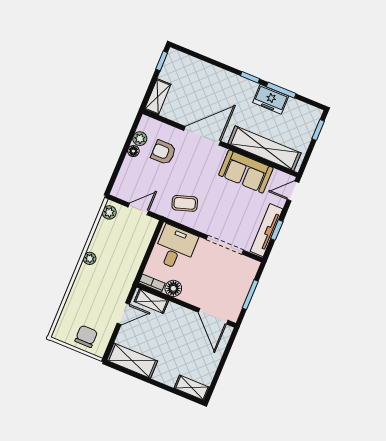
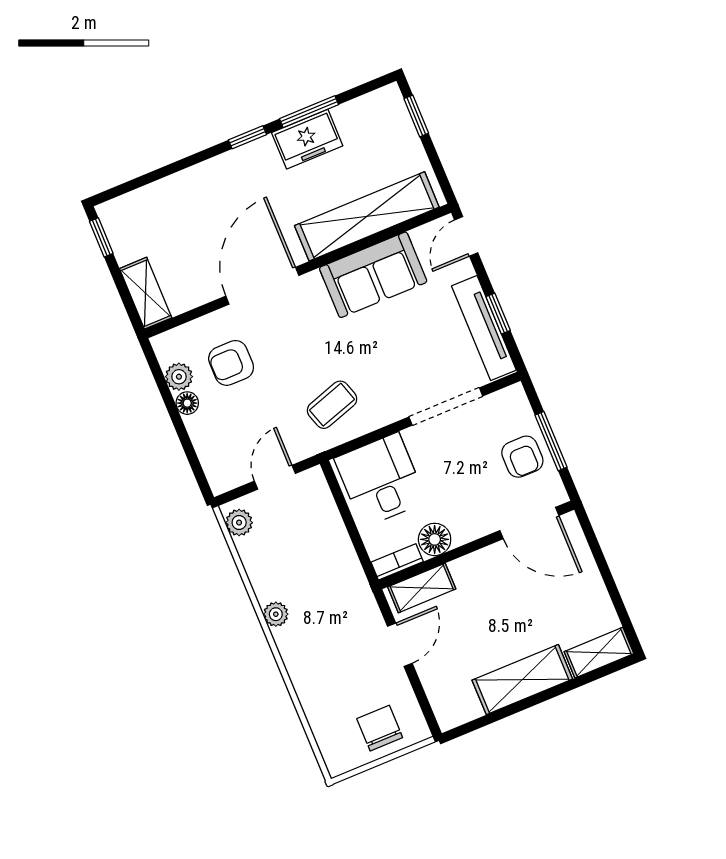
armchair: (234, 290) -> (522, 457), added
shelving: (132, 361) -> (522, 680), moved

